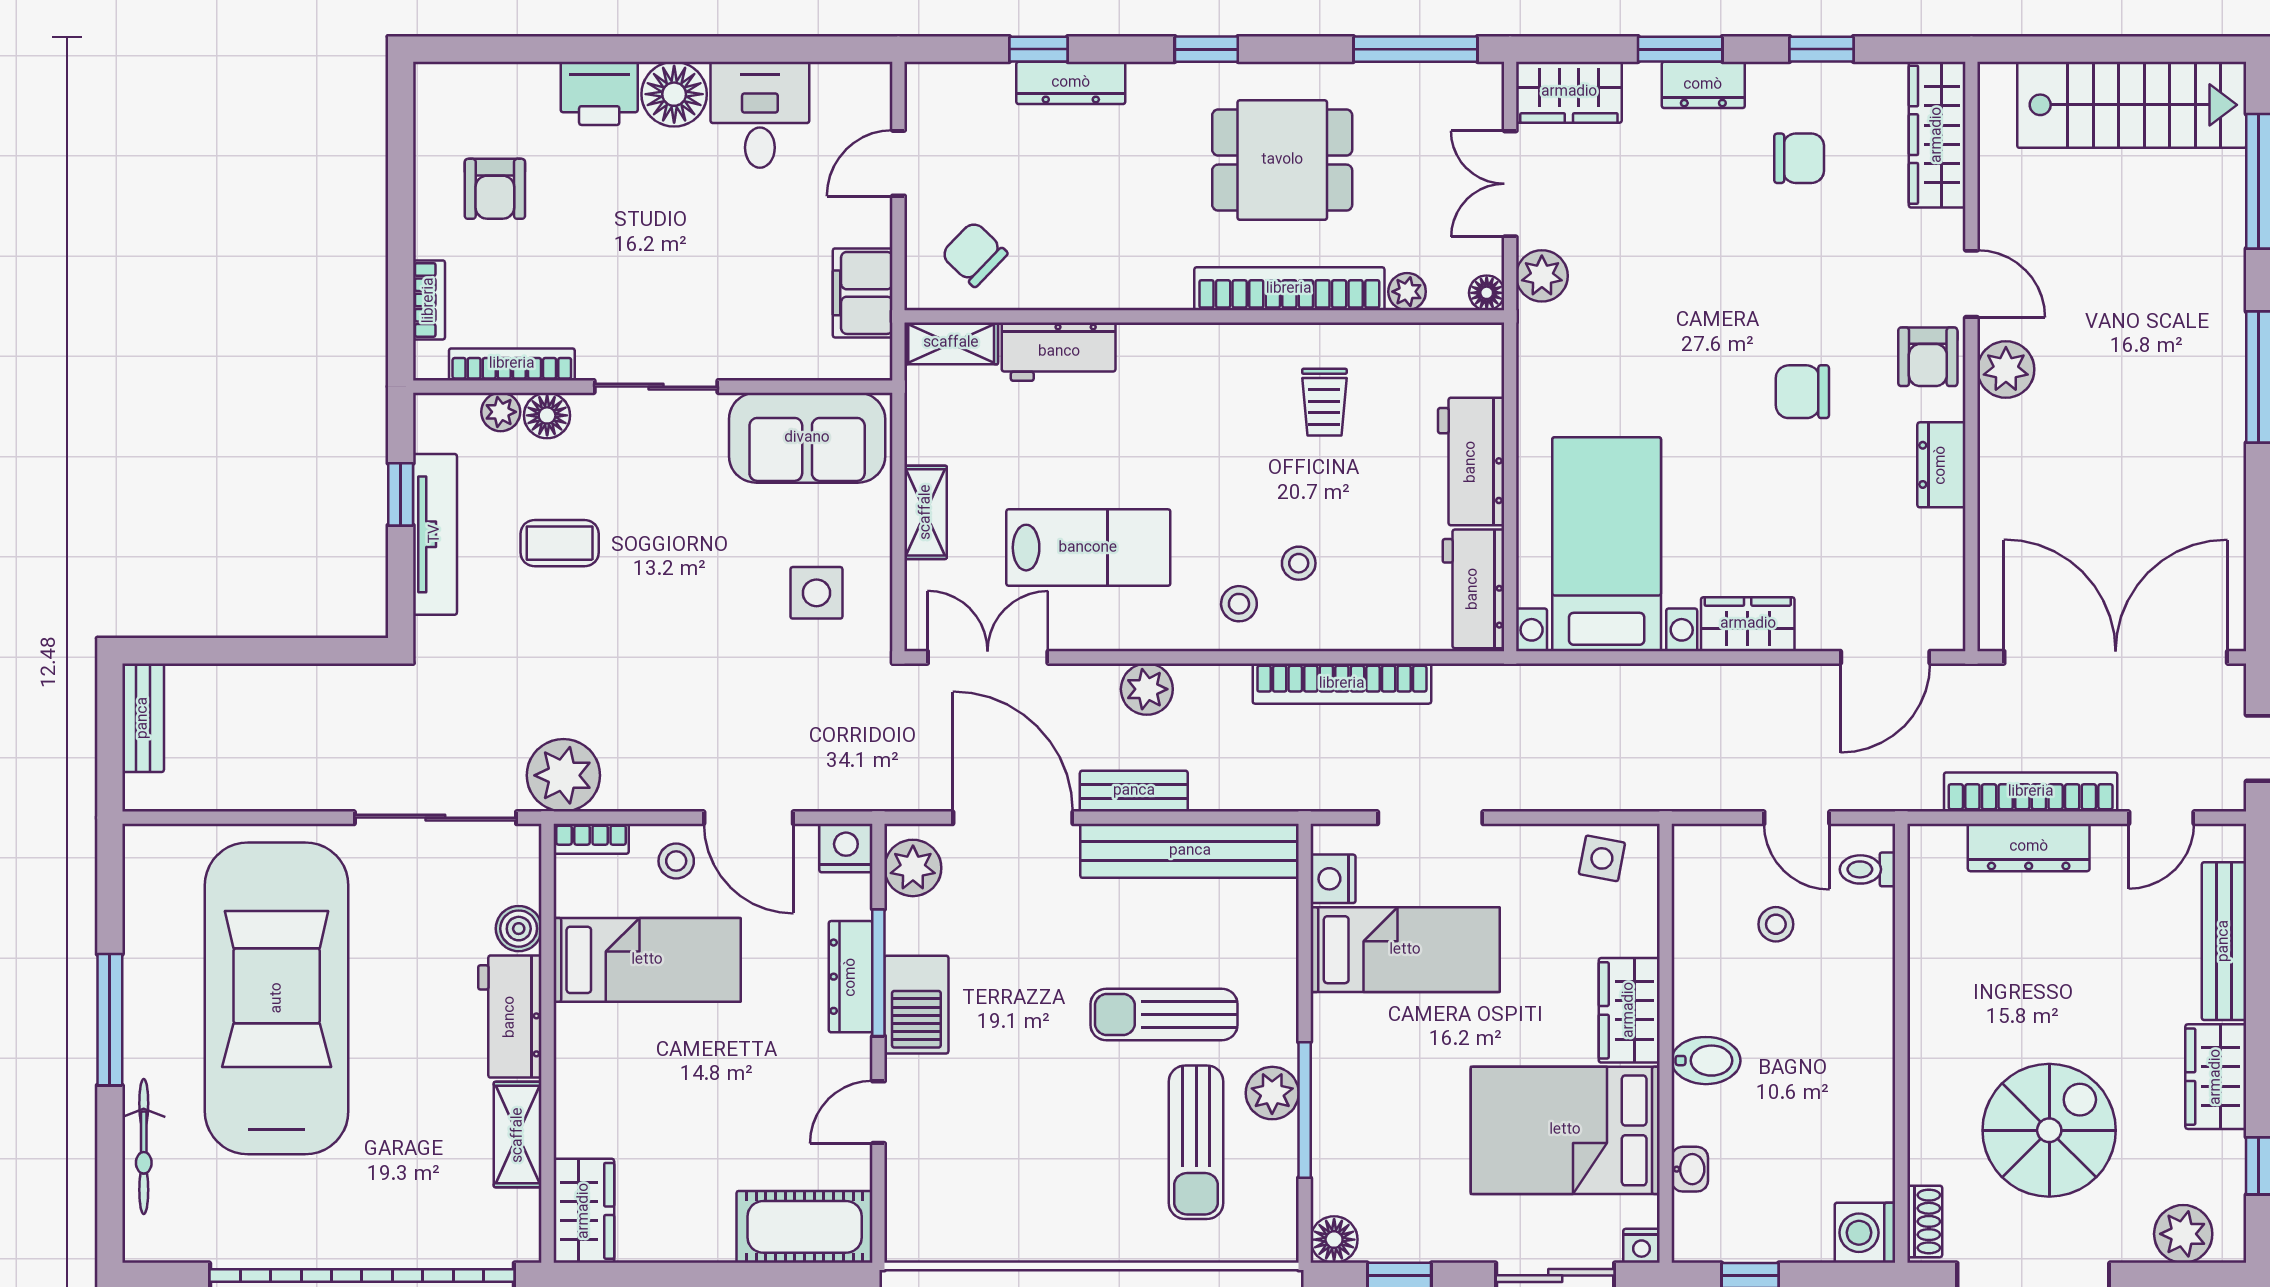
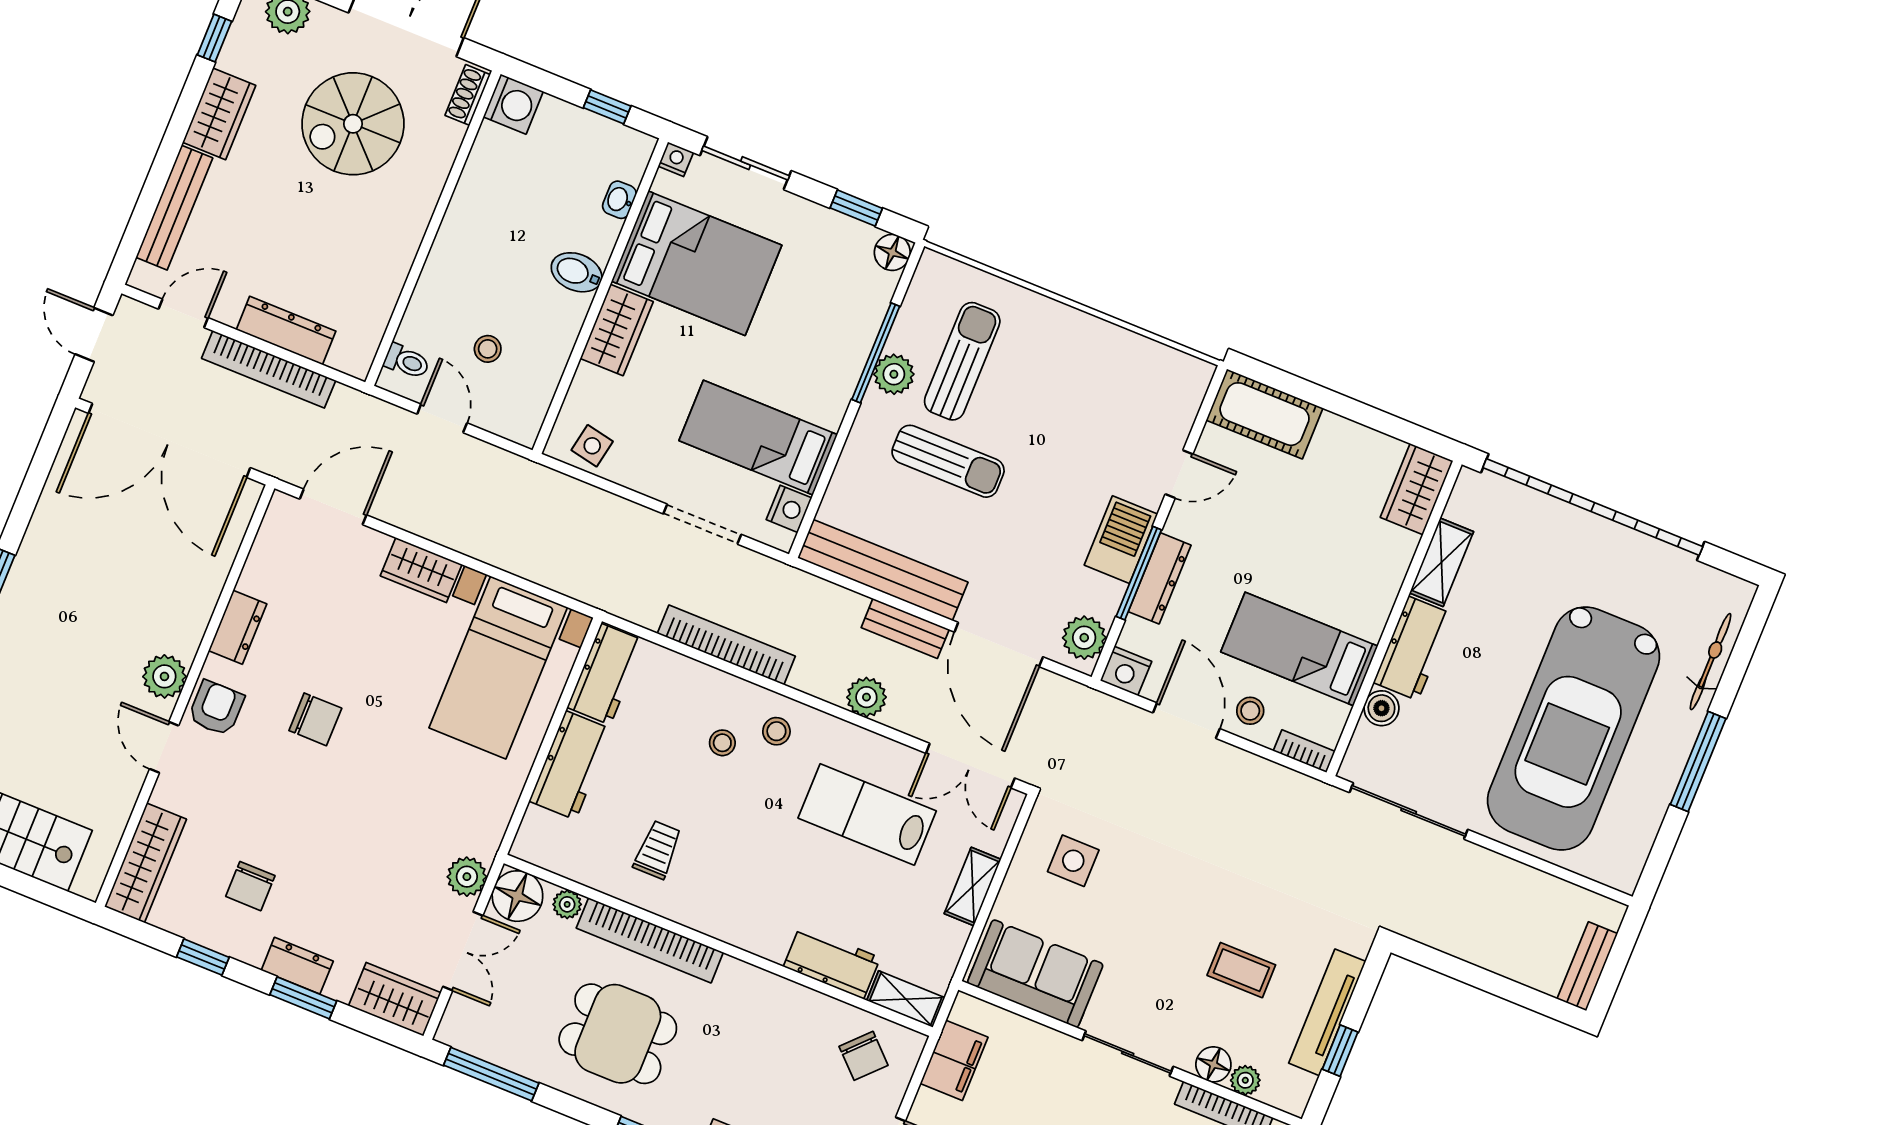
chair: (1799, 158) -> (250, 886), turned -90
floor lamp: (1487, 293) -> (517, 896), width x1.89, depth x1.89
plant: (563, 775) -> (1306, 804), removed

